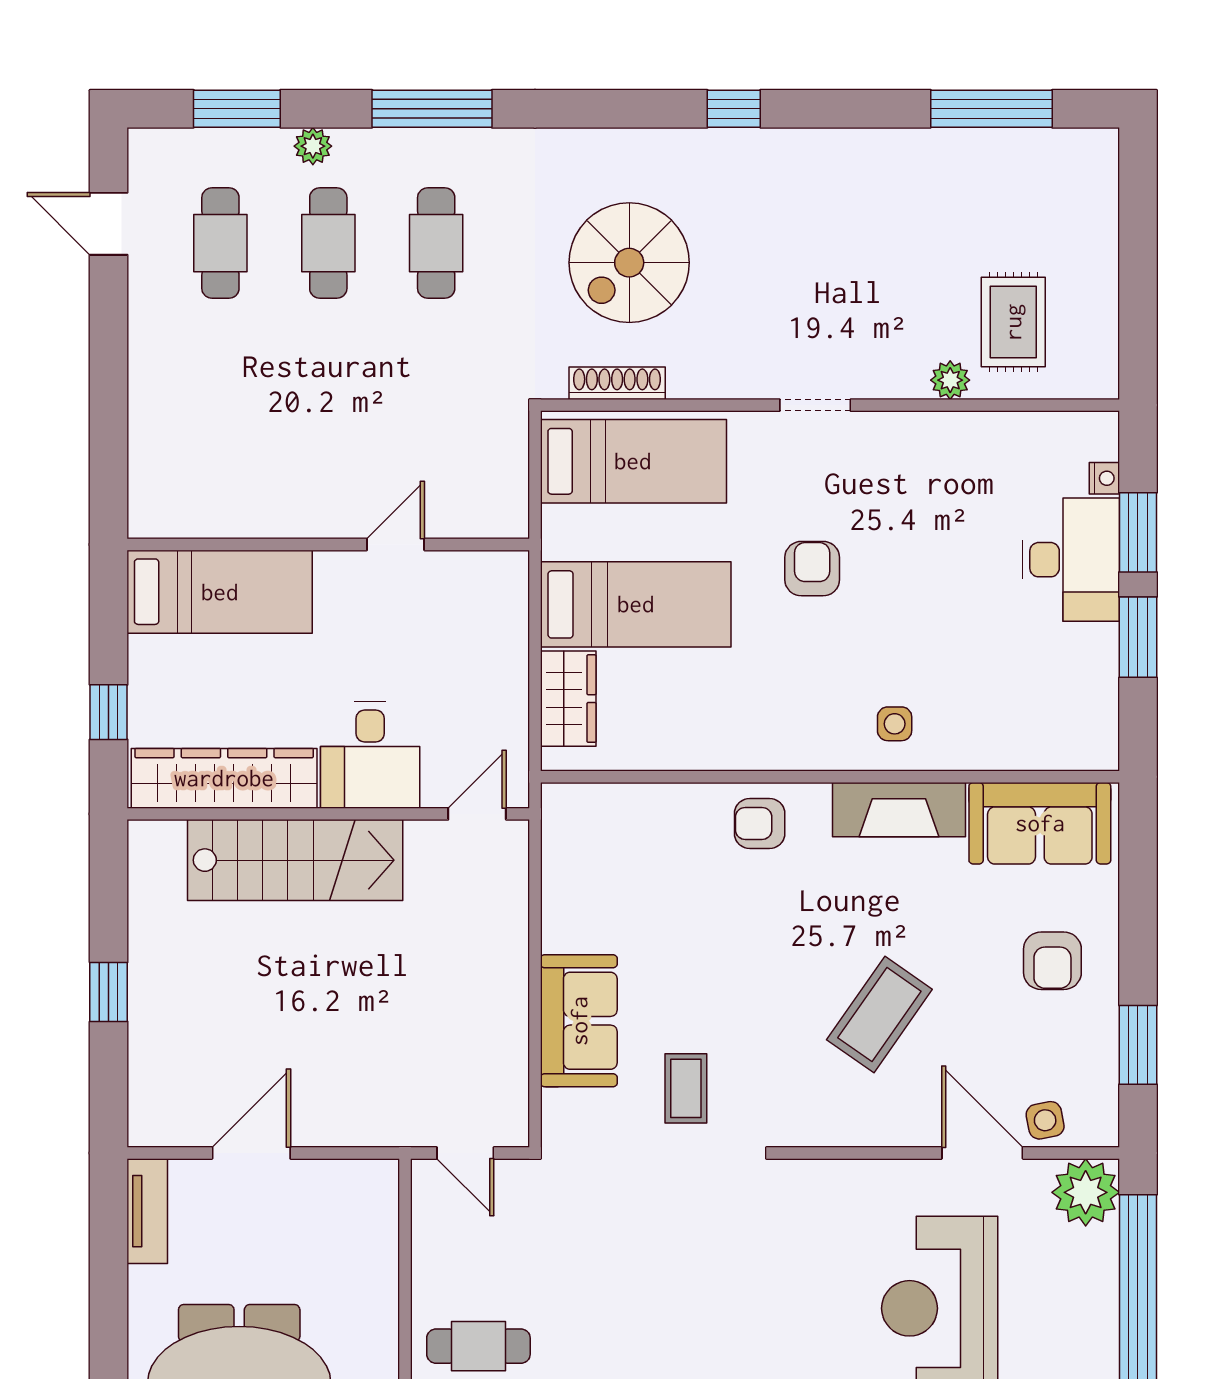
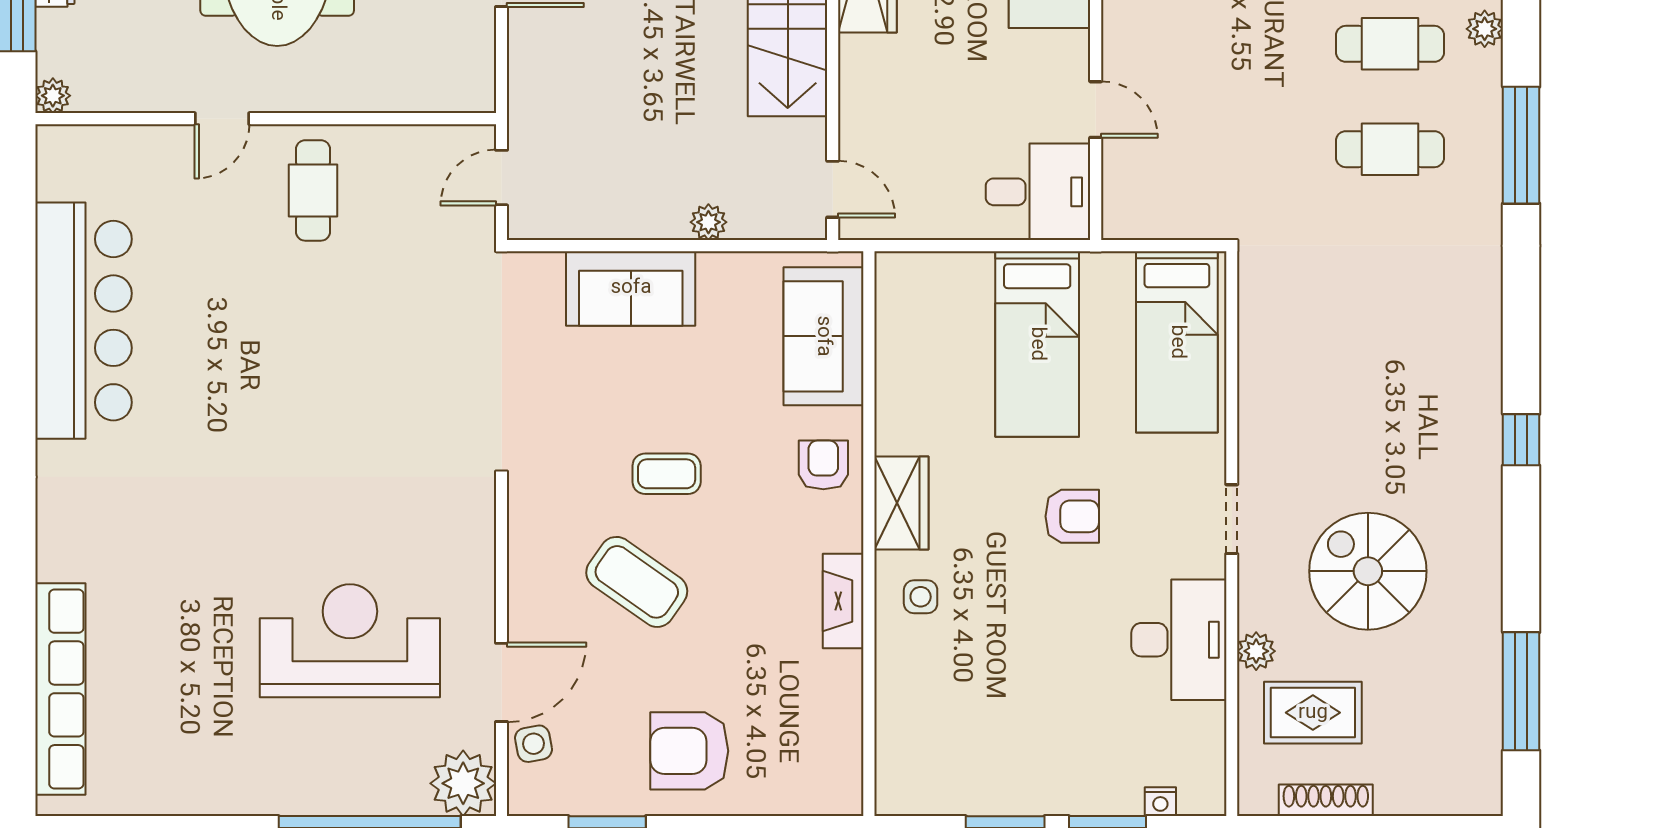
spiral stairs: (629, 263) -> (1368, 571), moved
shoe rack: (617, 383) -> (1326, 800), moved, turned -90
desk: (1071, 560) -> (1179, 640), moved, turned -90
wardrobe: (568, 699) -> (901, 503), moved, turned -90
desk: (370, 755) -> (1038, 192), moved, turned 180
fireplace: (899, 810) -> (843, 601), width x0.73, depth x0.76
sofa: (1040, 823) -> (823, 336), moved
plant: (511, 941) -> (708, 222), added
armchair: (1052, 961) -> (689, 751), width x1.38, depth x1.38
coffee table: (686, 1088) -> (667, 474), moved

